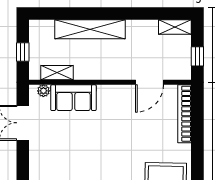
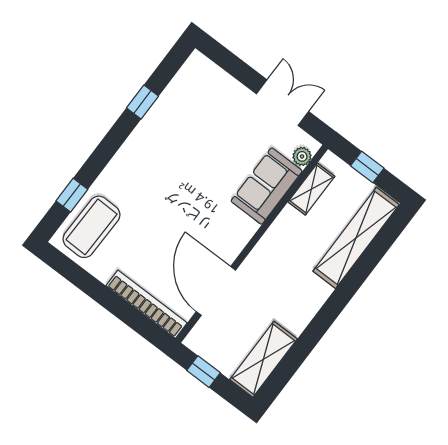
shelving: (175, 27) -> (263, 359), width x1.50, depth x1.33
shelving: (90, 29) -> (356, 238), moved
door: (150, 82) -> (216, 291), width x1.36

